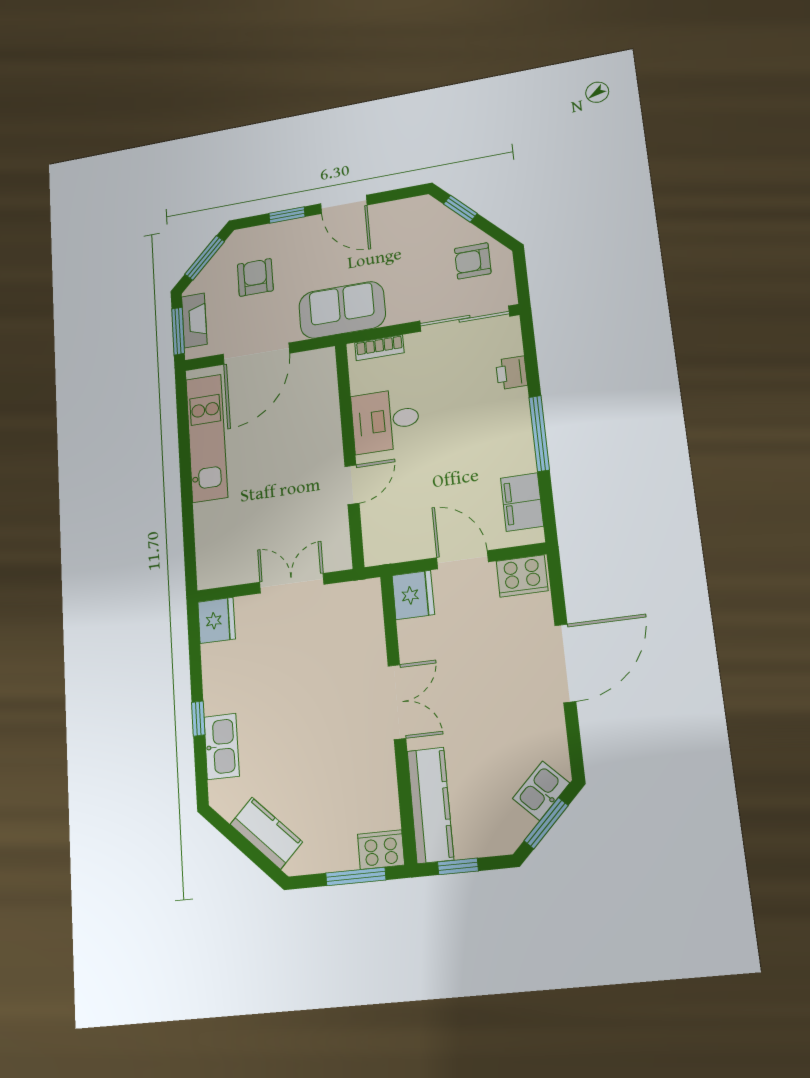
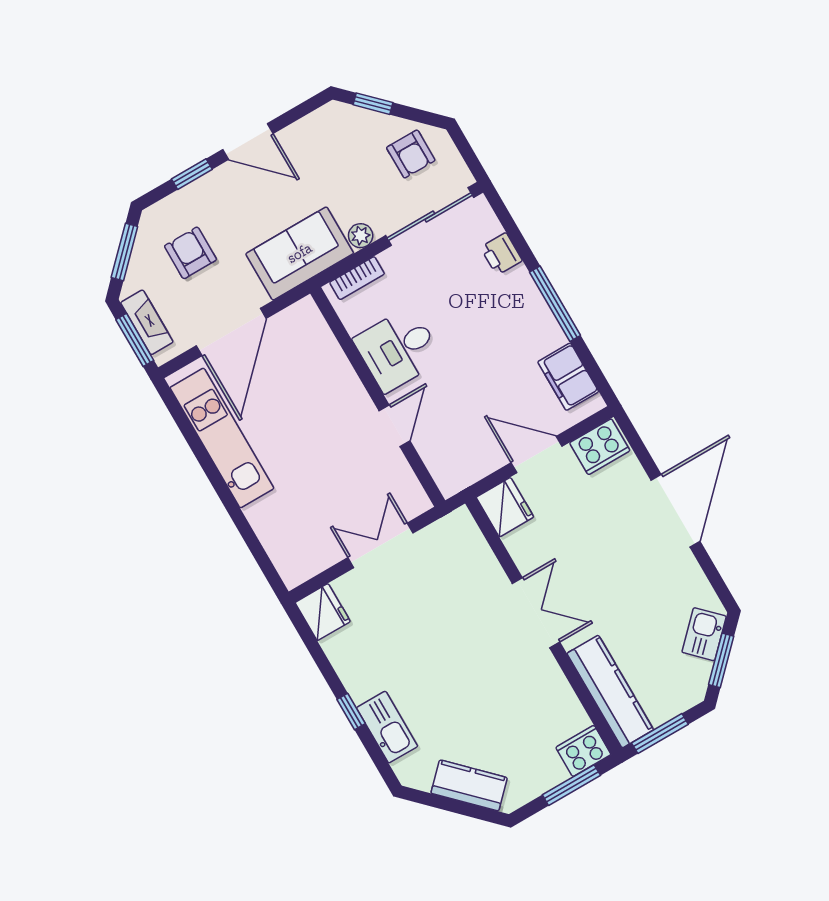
armchair: (473, 261) -> (411, 154), turned -90
plant: (399, 313) -> (361, 236), added
window: (458, 866) -> (660, 734), width x1.50

